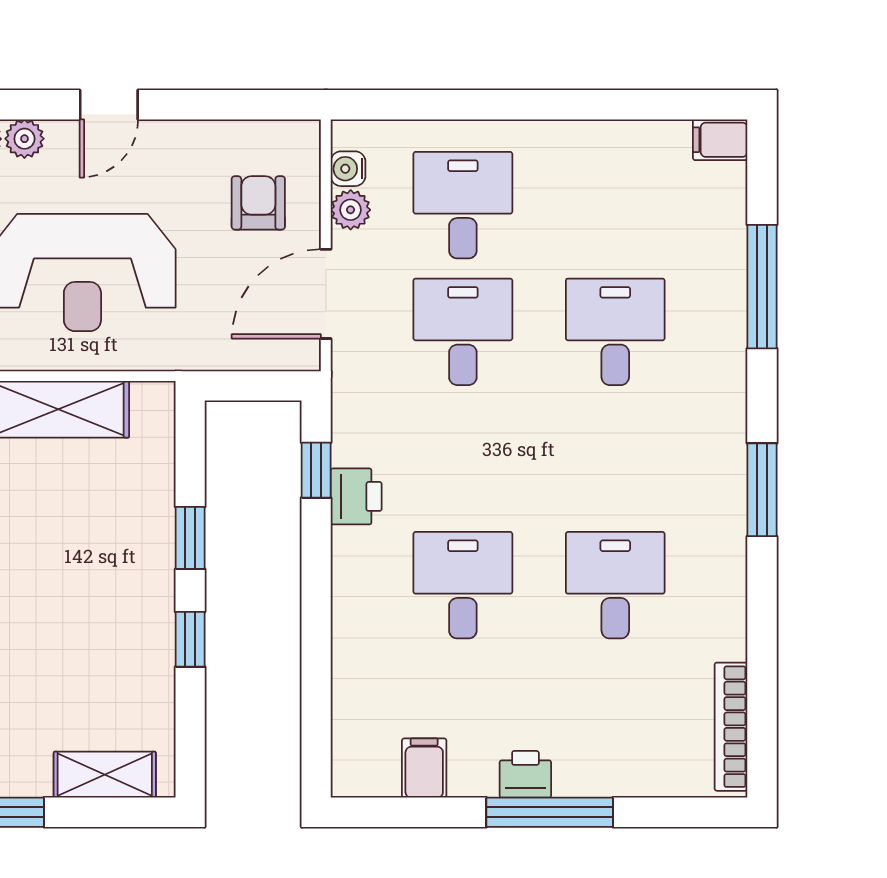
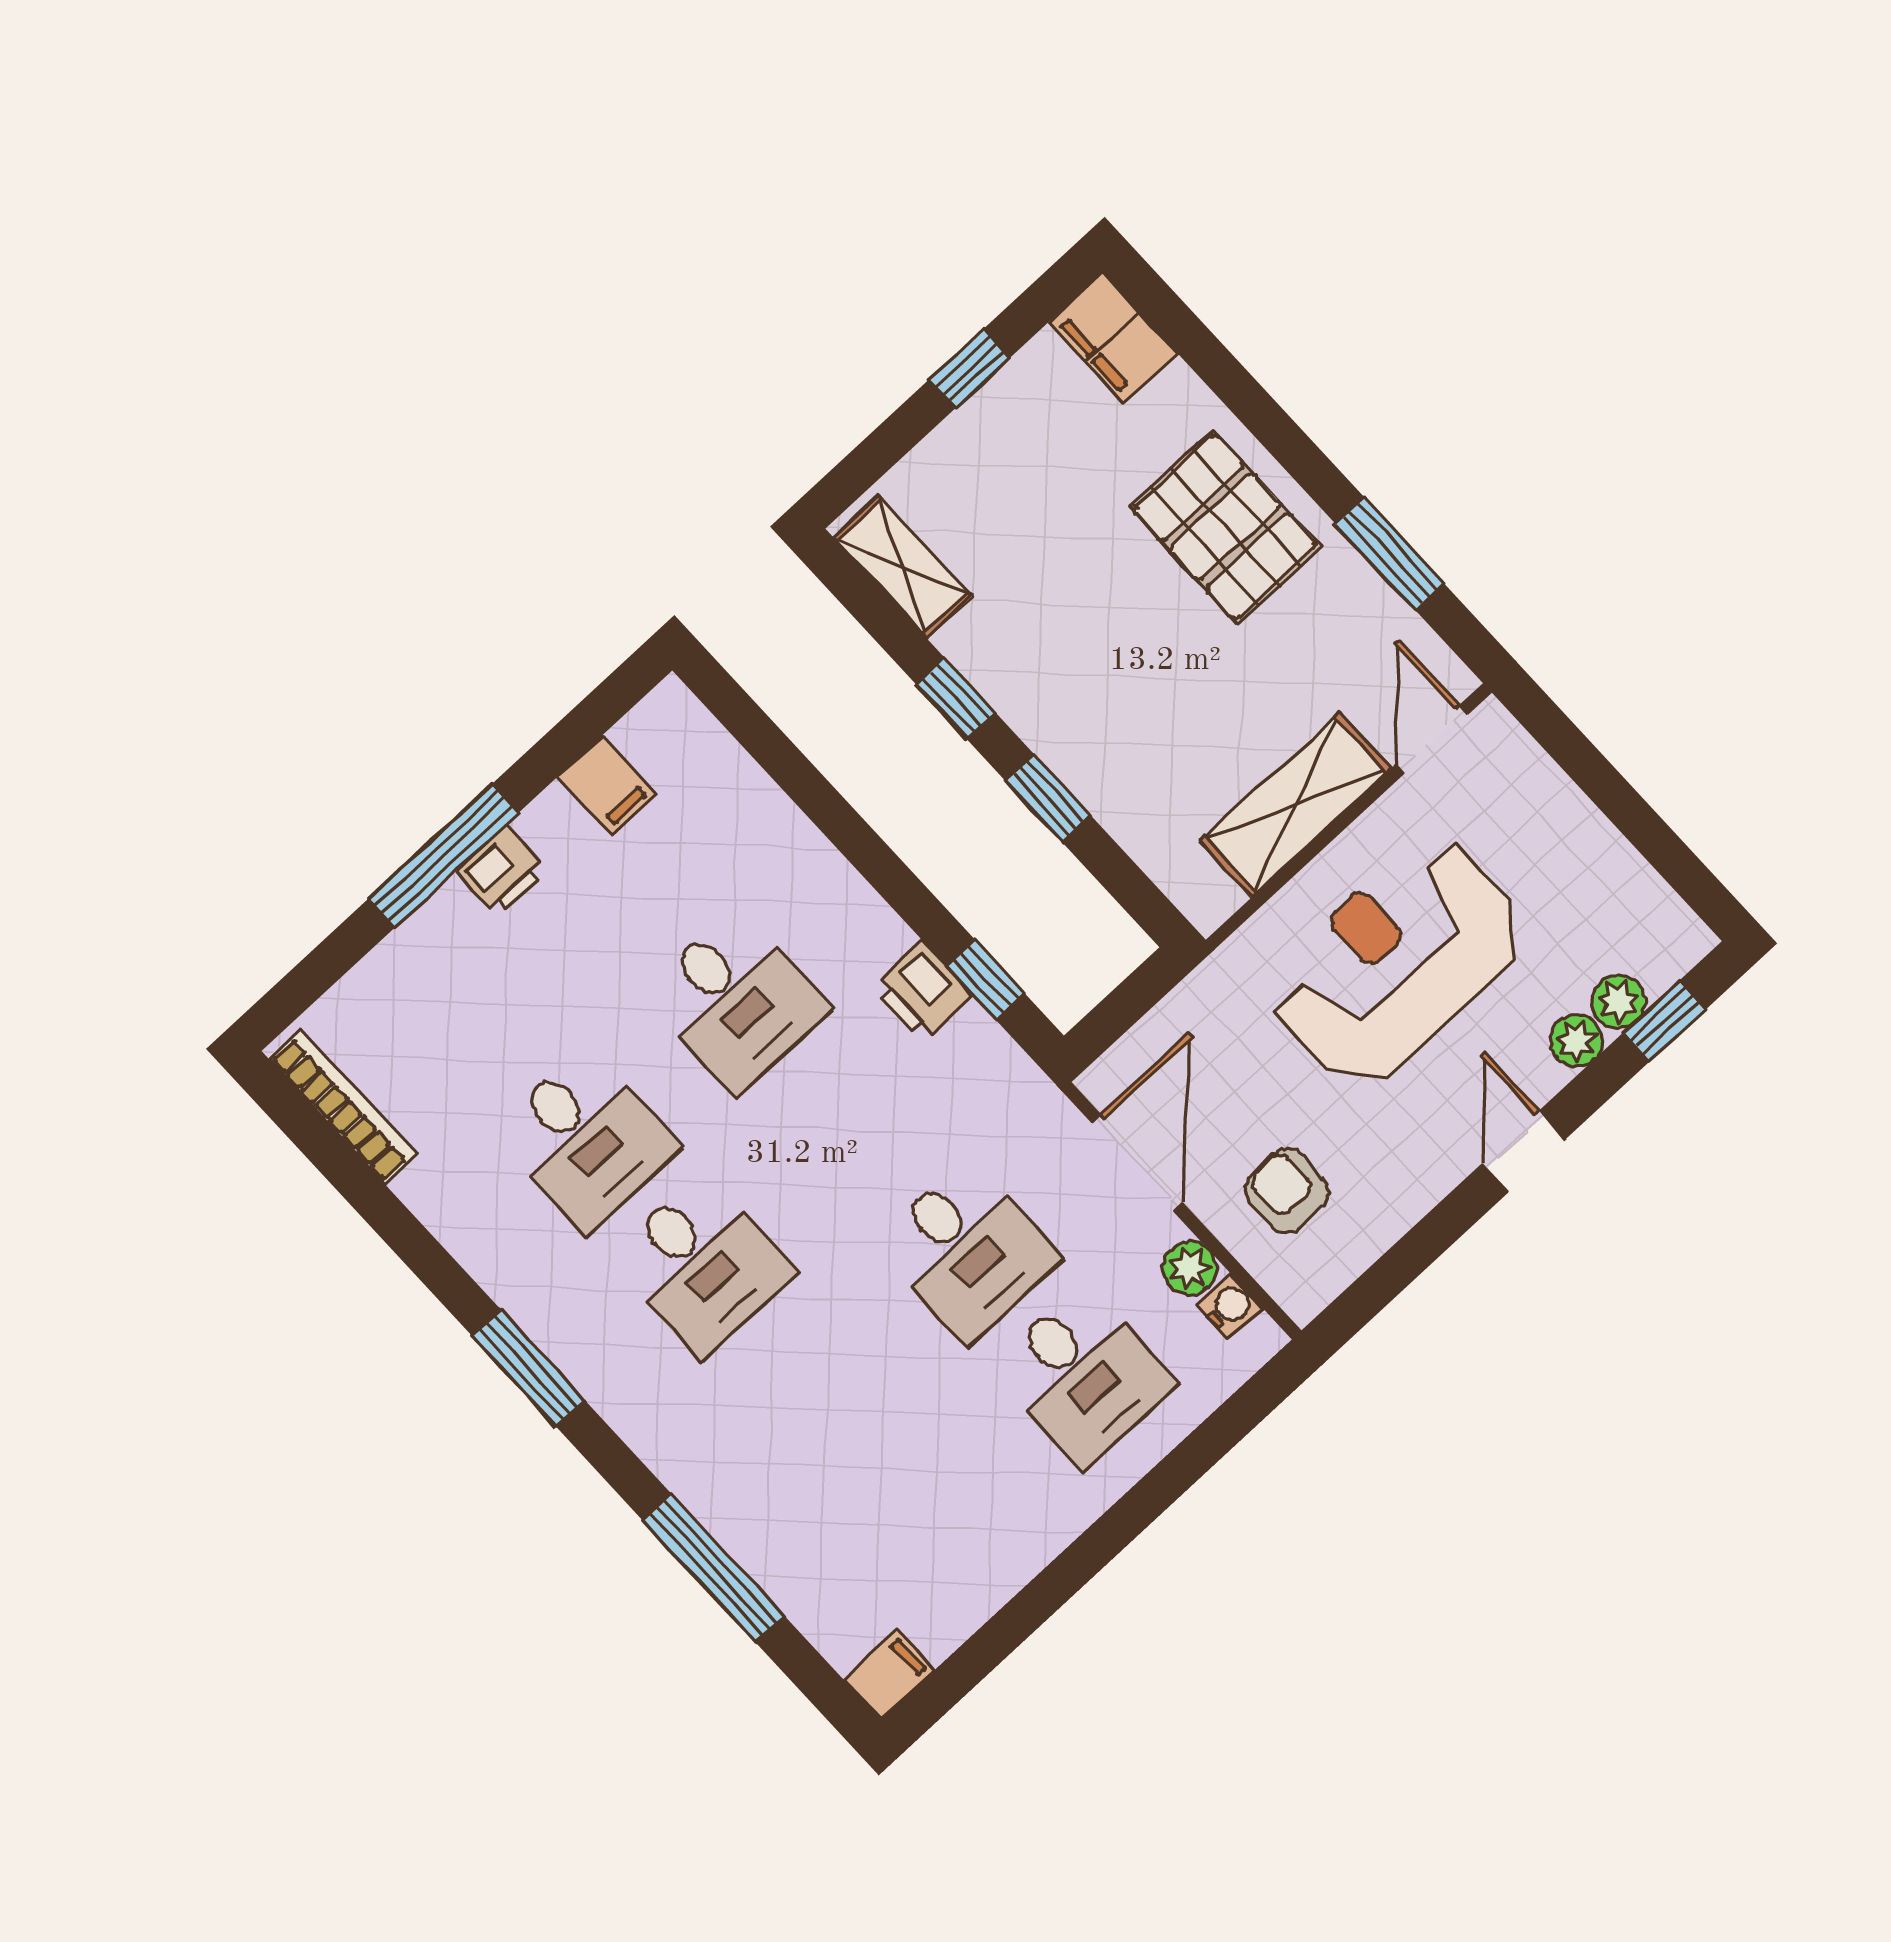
armchair: (258, 203) -> (1287, 1191), turned 180
desk: (615, 332) -> (701, 1265), moved
shelving: (105, 775) -> (903, 567), moved, turned 90

